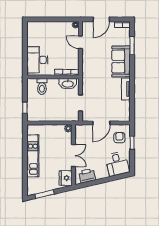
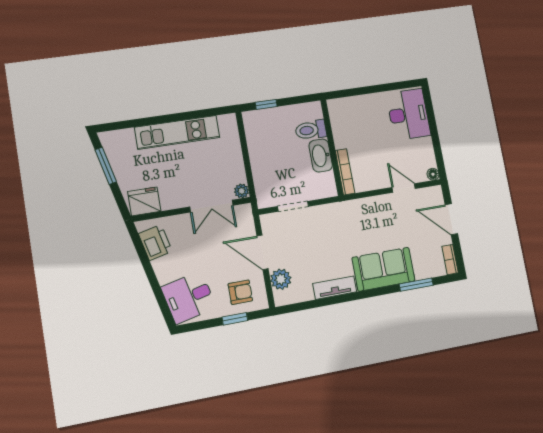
door: (80, 42) -> (404, 188), hinge flipped
desk: (37, 60) -> (408, 114), moved, turned 90
washbasin: (68, 84) -> (321, 156), moved
plant: (117, 116) -> (281, 279), added
double door: (73, 156) -> (211, 206), moved

